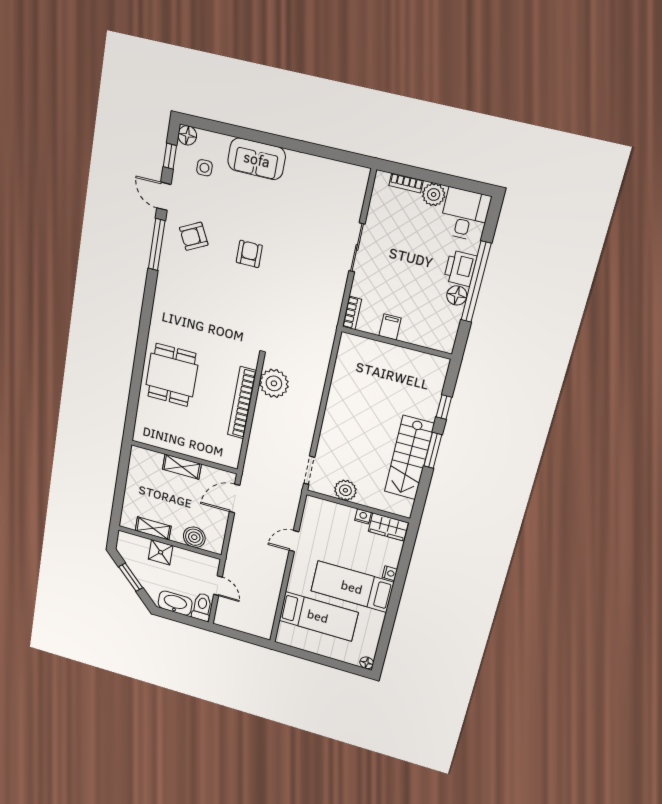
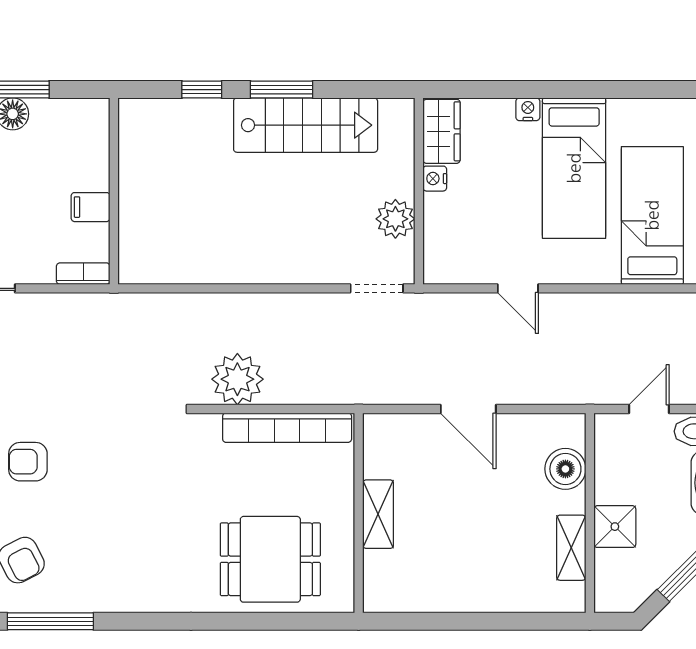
wall: (184, 457) -> (359, 513), moved
shelving: (182, 467) -> (378, 514), moved

